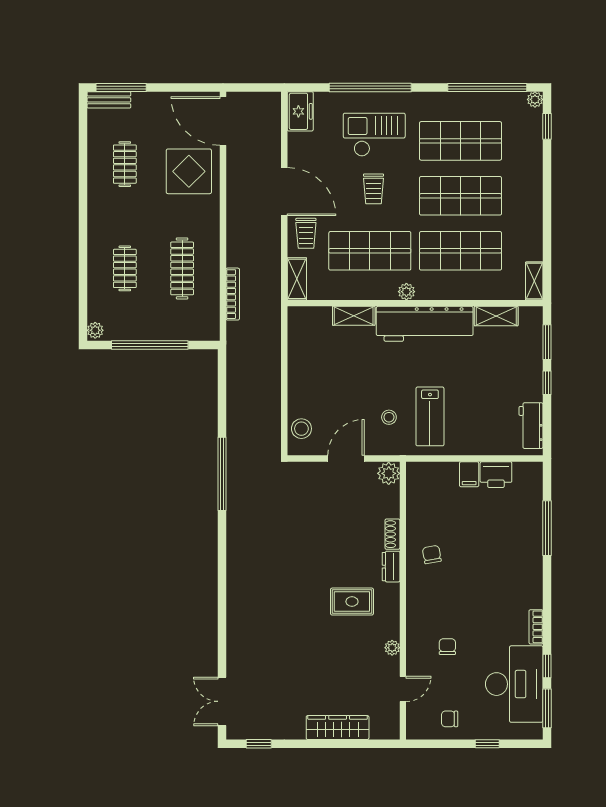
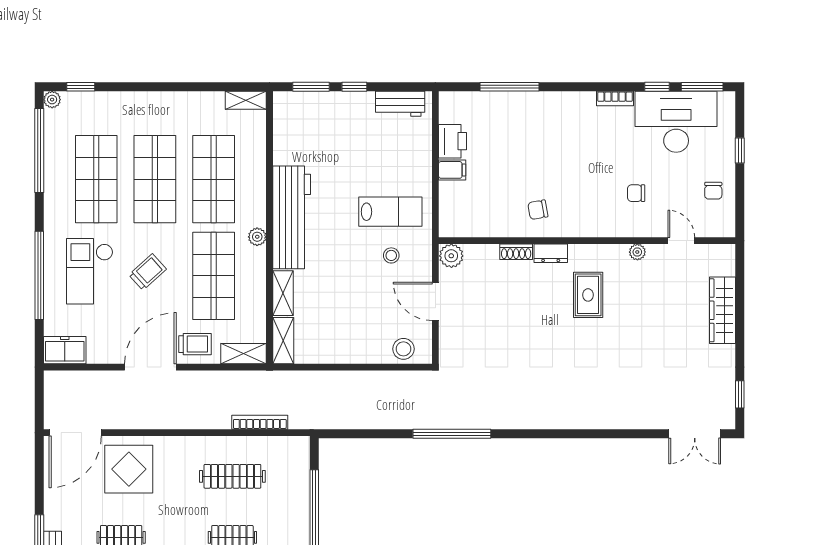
trolley: (374, 189) -> (148, 272), turned -42
shelving: (496, 316) -> (283, 341), moved

